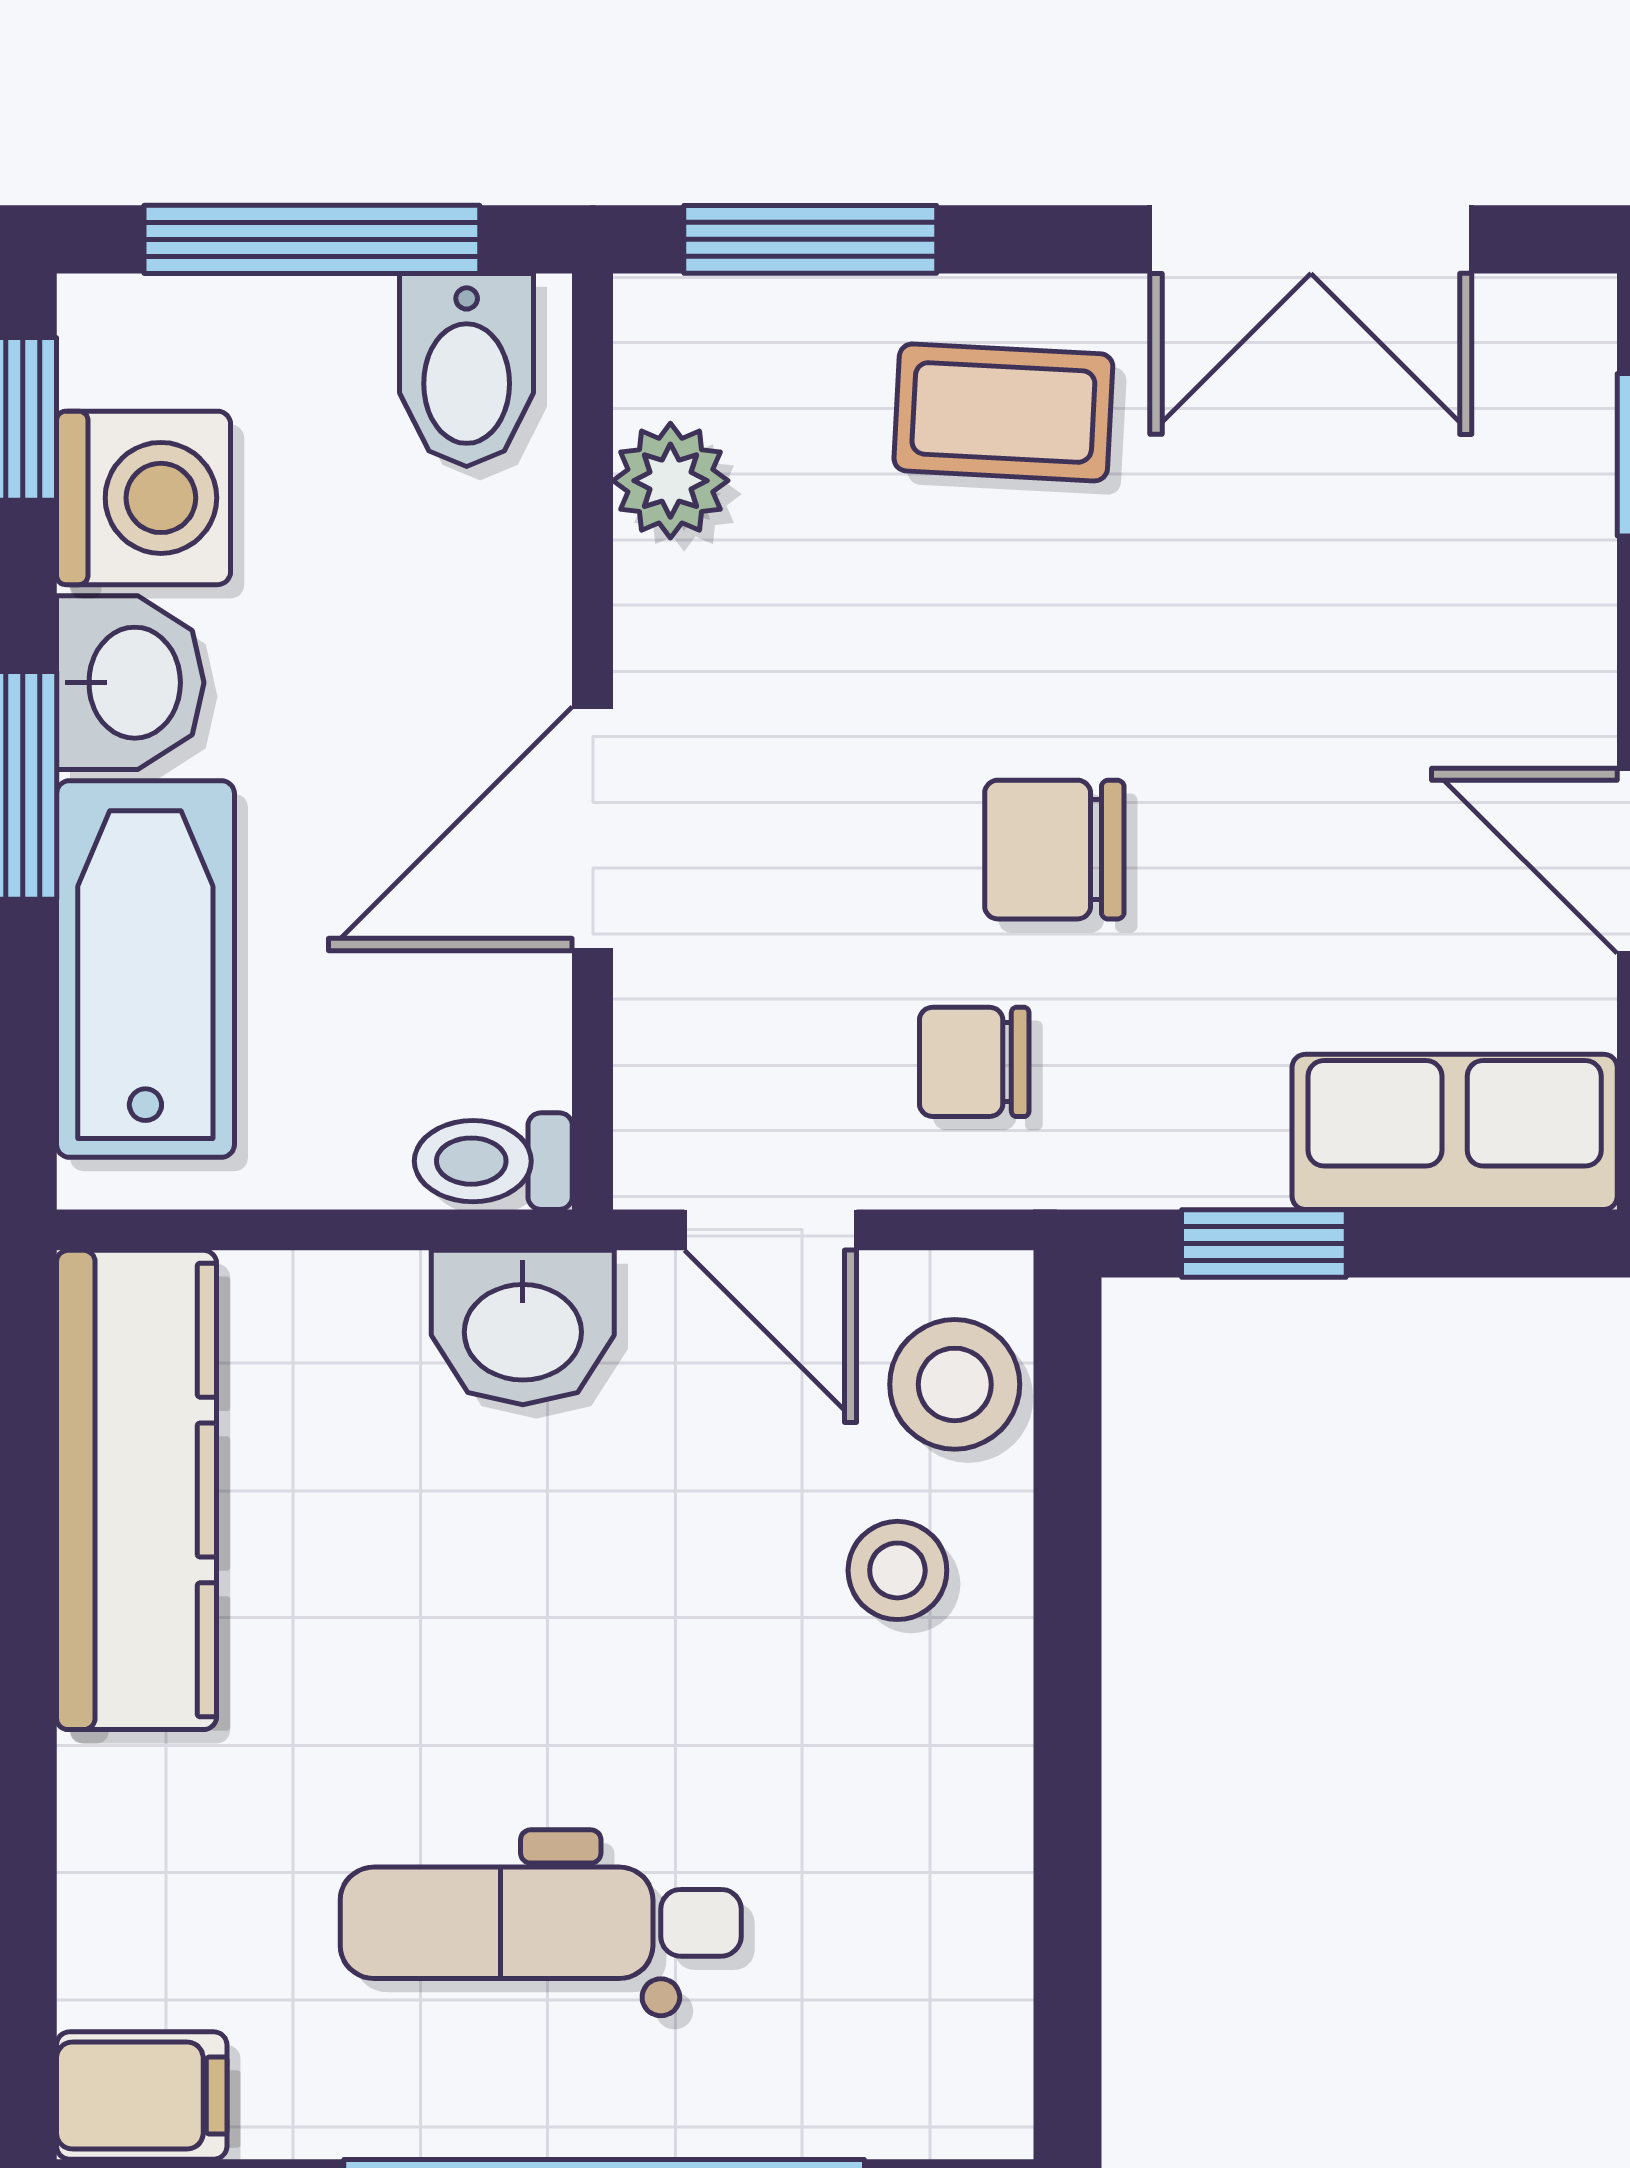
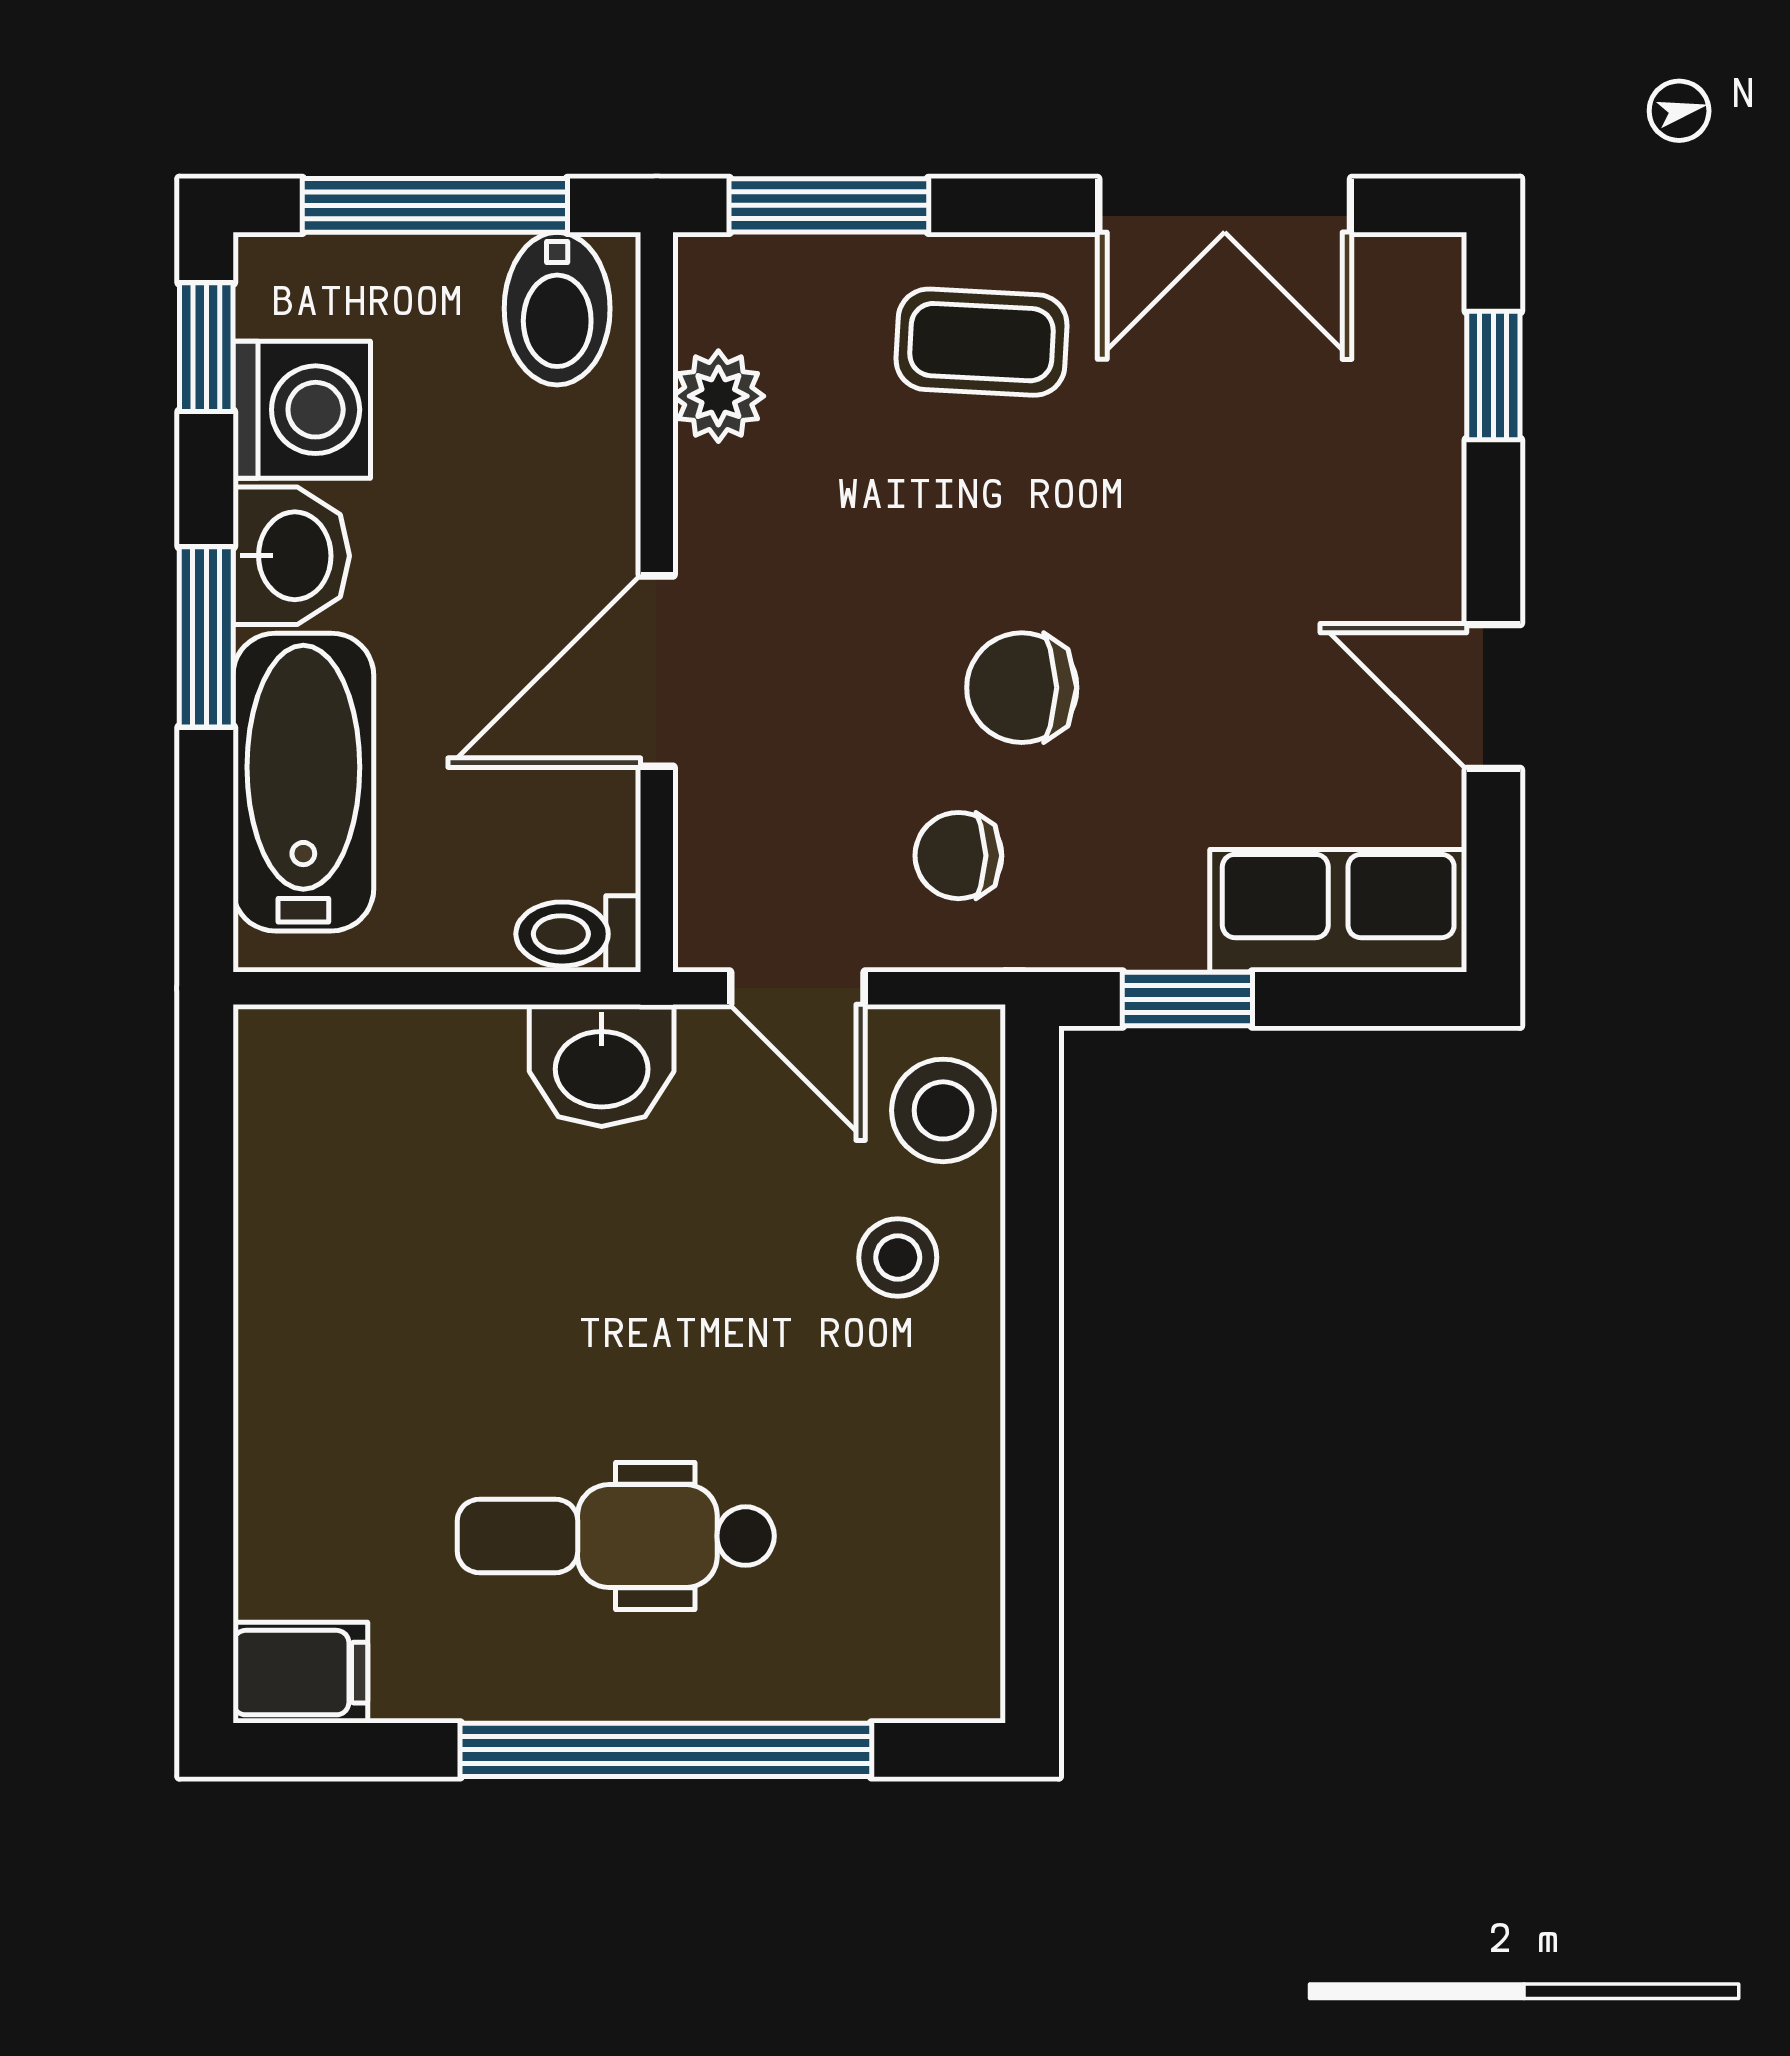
kitchen counter: (137, 1490) -> (296, 1194), removed

